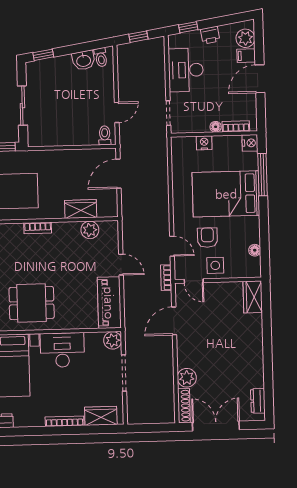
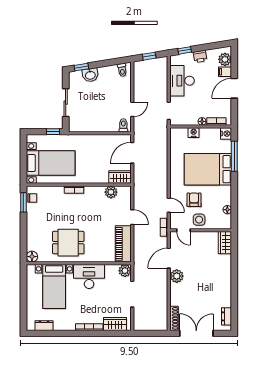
washbasin: (84, 60) -> (90, 75), moved
wardrobe: (81, 209) -> (120, 177), moved
plant: (187, 378) -> (177, 276), moved

